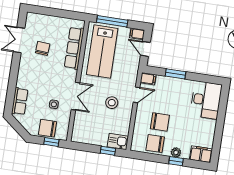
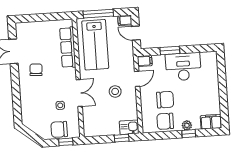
chair: (43, 48) -> (36, 70), moved
desk: (206, 100) -> (183, 67), moved, turned -90
row of seats: (20, 101) -> (27, 110), removed

